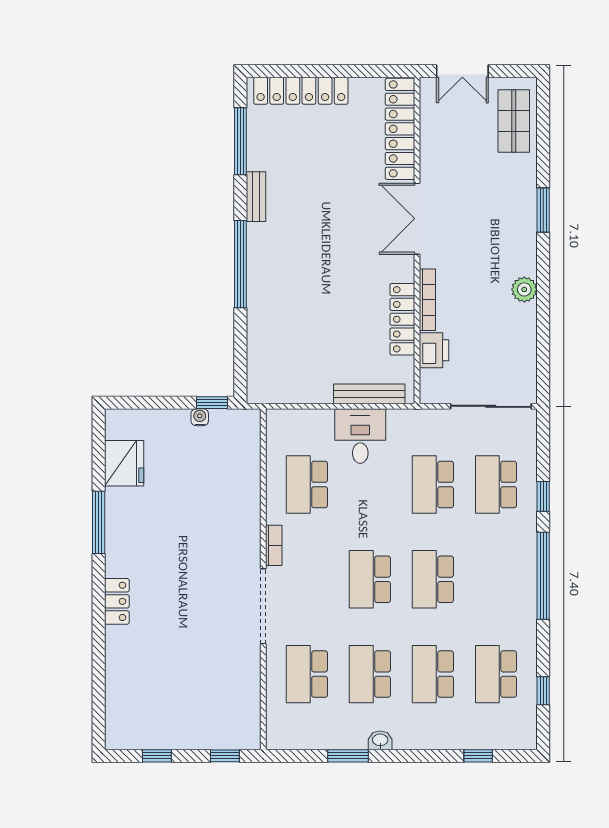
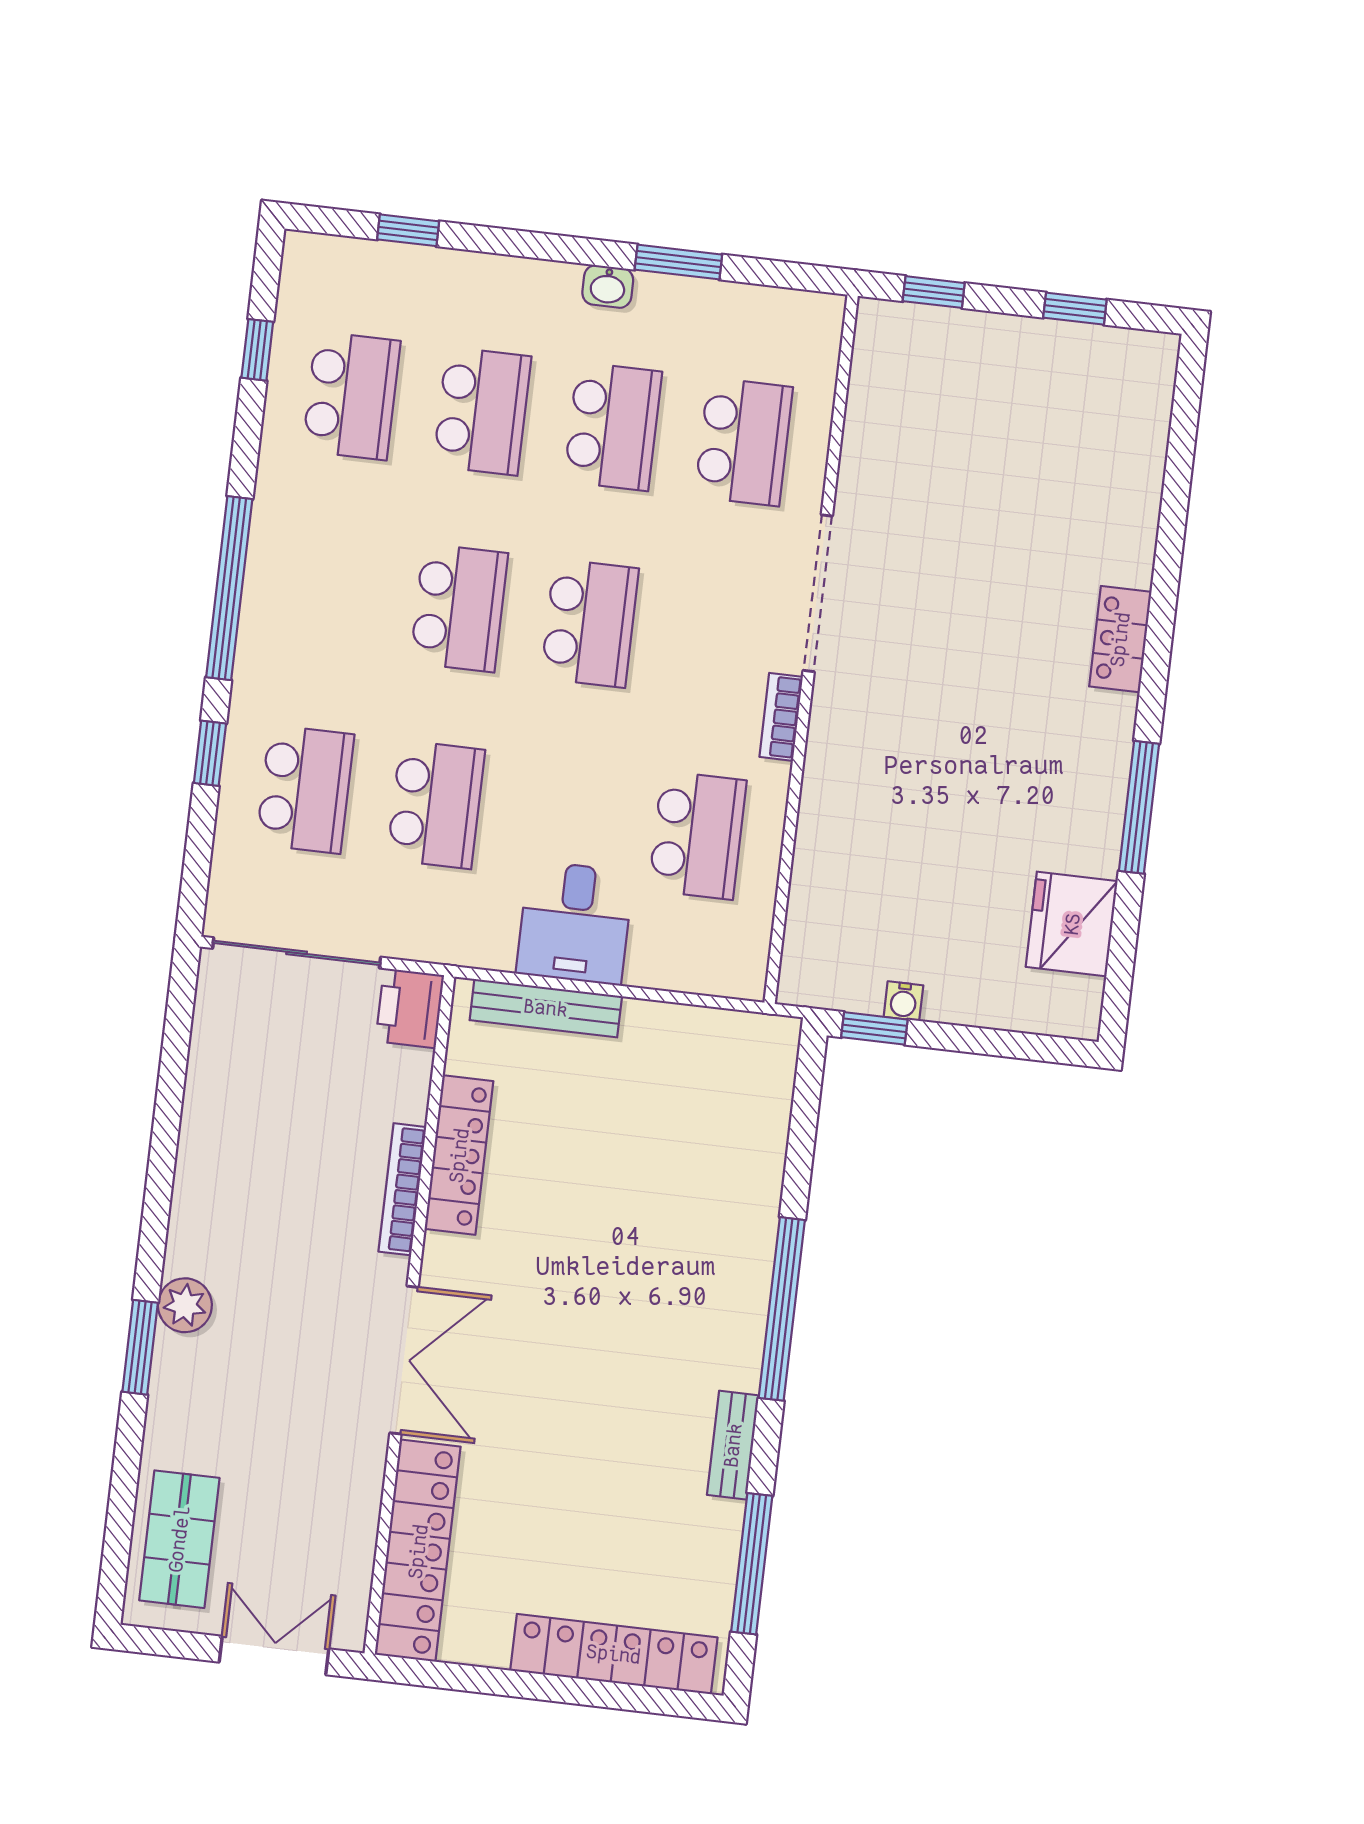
plant: (524, 289) -> (185, 1305), moved
printer: (434, 350) -> (410, 1008), moved

